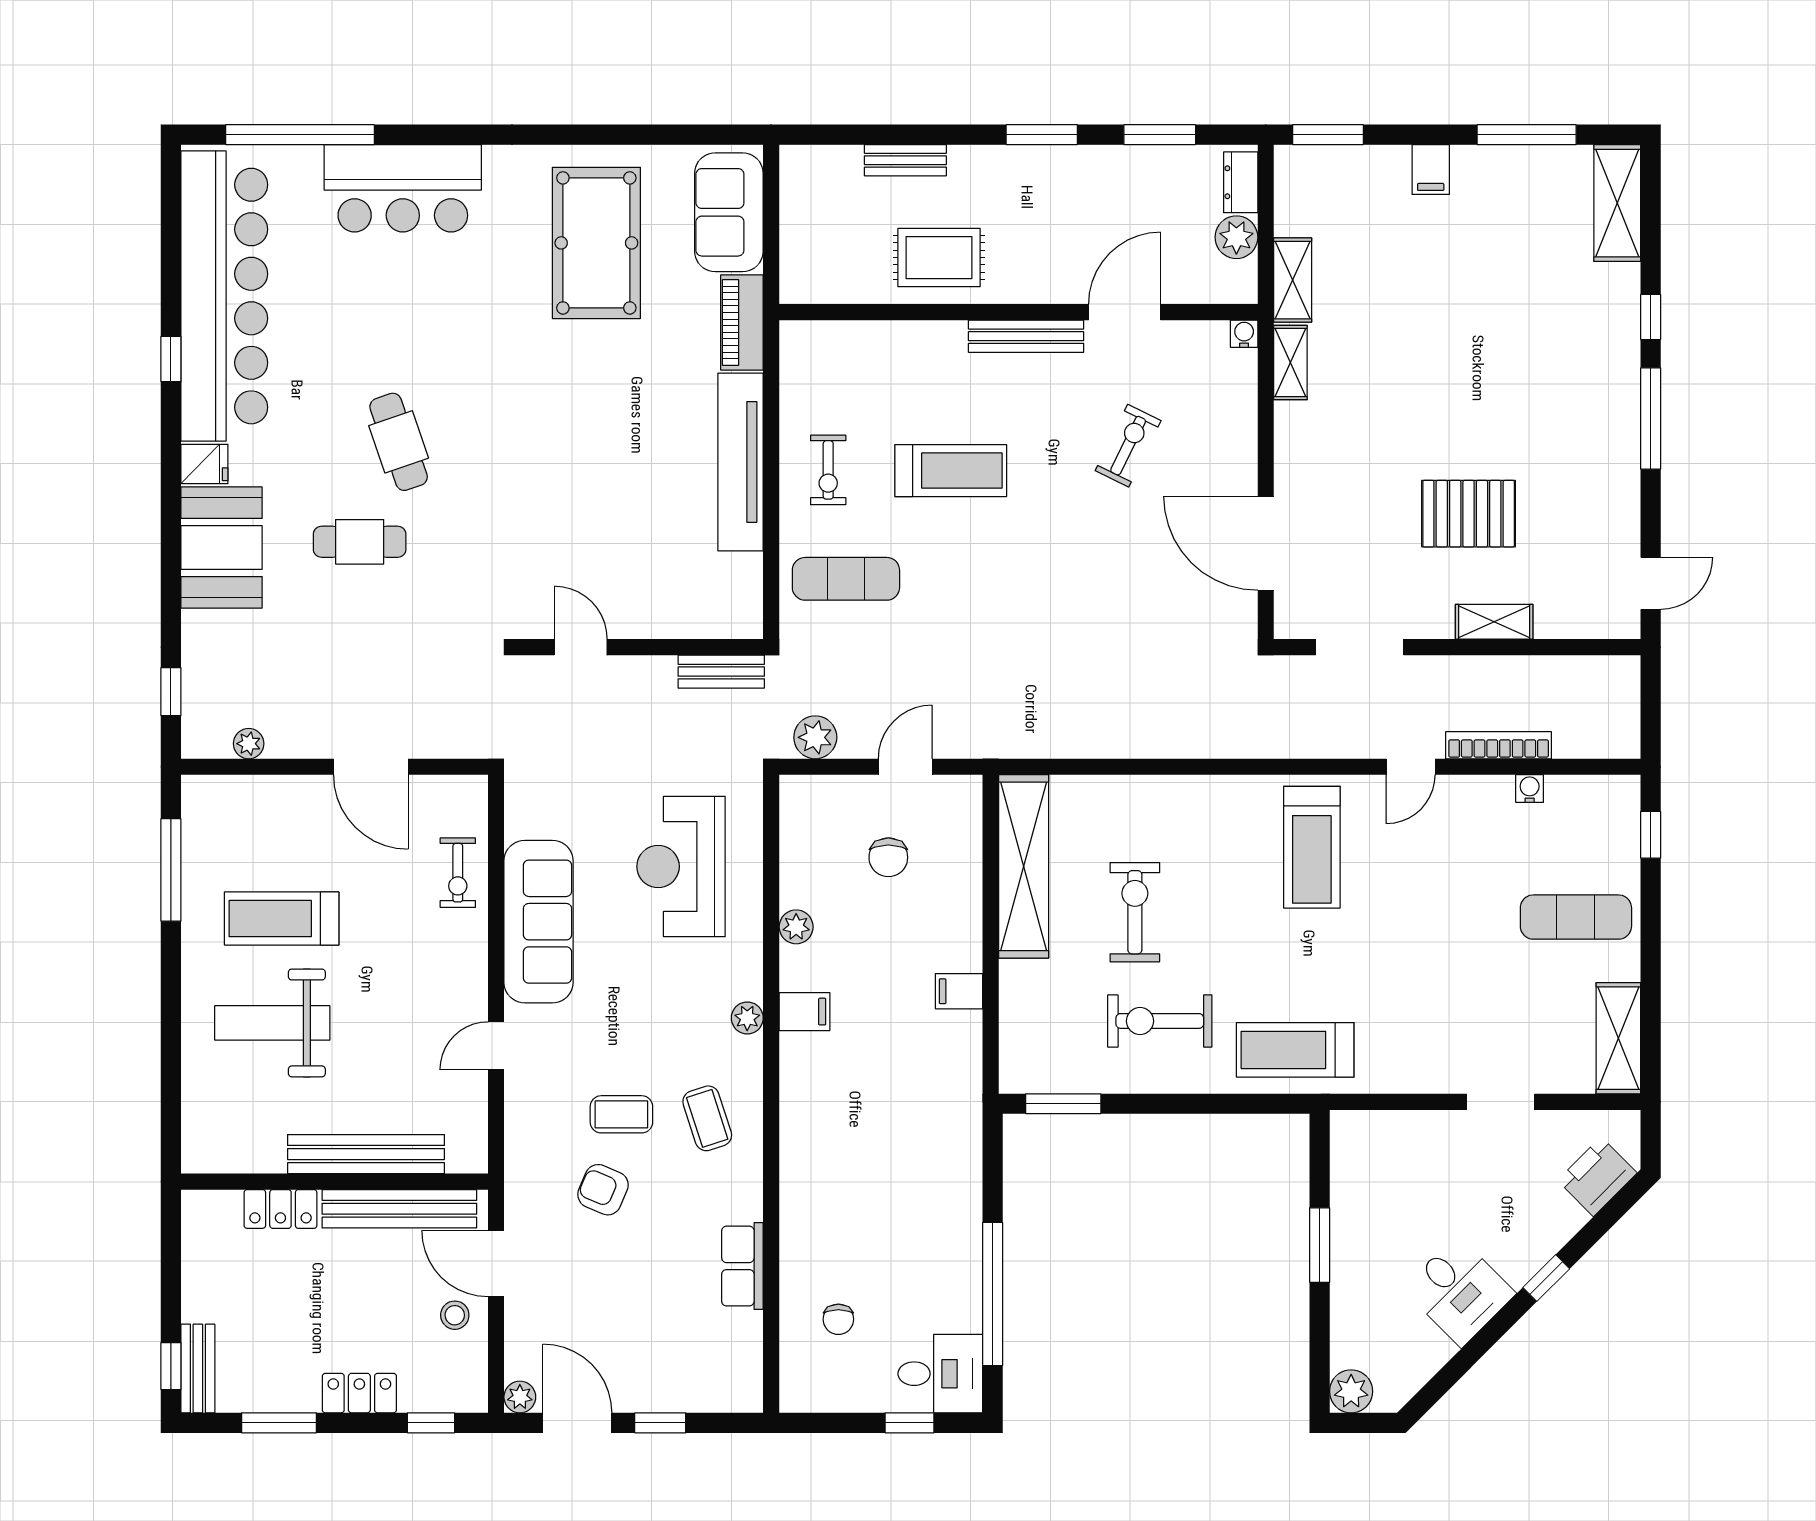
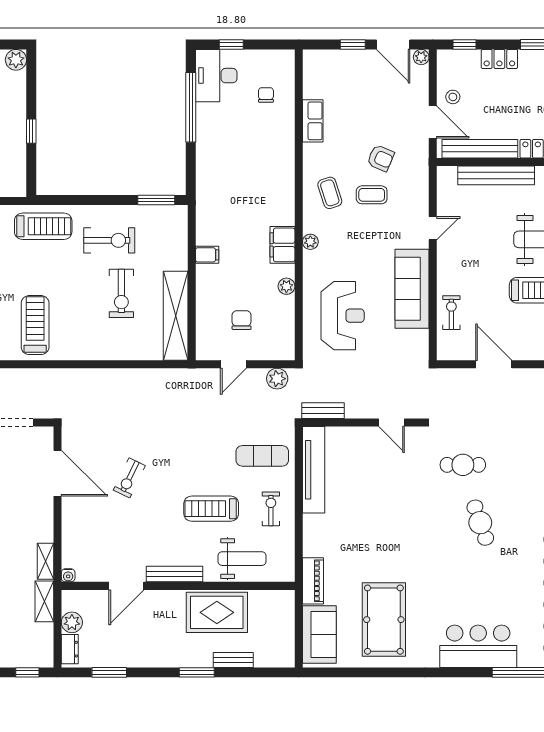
window: (1042, 135) -> (197, 672), moved
window: (1328, 135) -> (27, 672), width x0.67
rug: (939, 258) -> (217, 612), width x1.36, depth x1.43
weight bench: (887, 368) -> (242, 559), added
exercise bike: (1128, 446) -> (129, 478), moved
tv unit: (741, 462) -> (314, 470), moved
cafe table: (360, 542) -> (463, 465), moved
filing cabinet: (804, 1012) -> (282, 245), width x2.00
window: (1320, 1245) -> (31, 131), width x0.67
desk: (940, 1374) -> (216, 76), width x1.37

